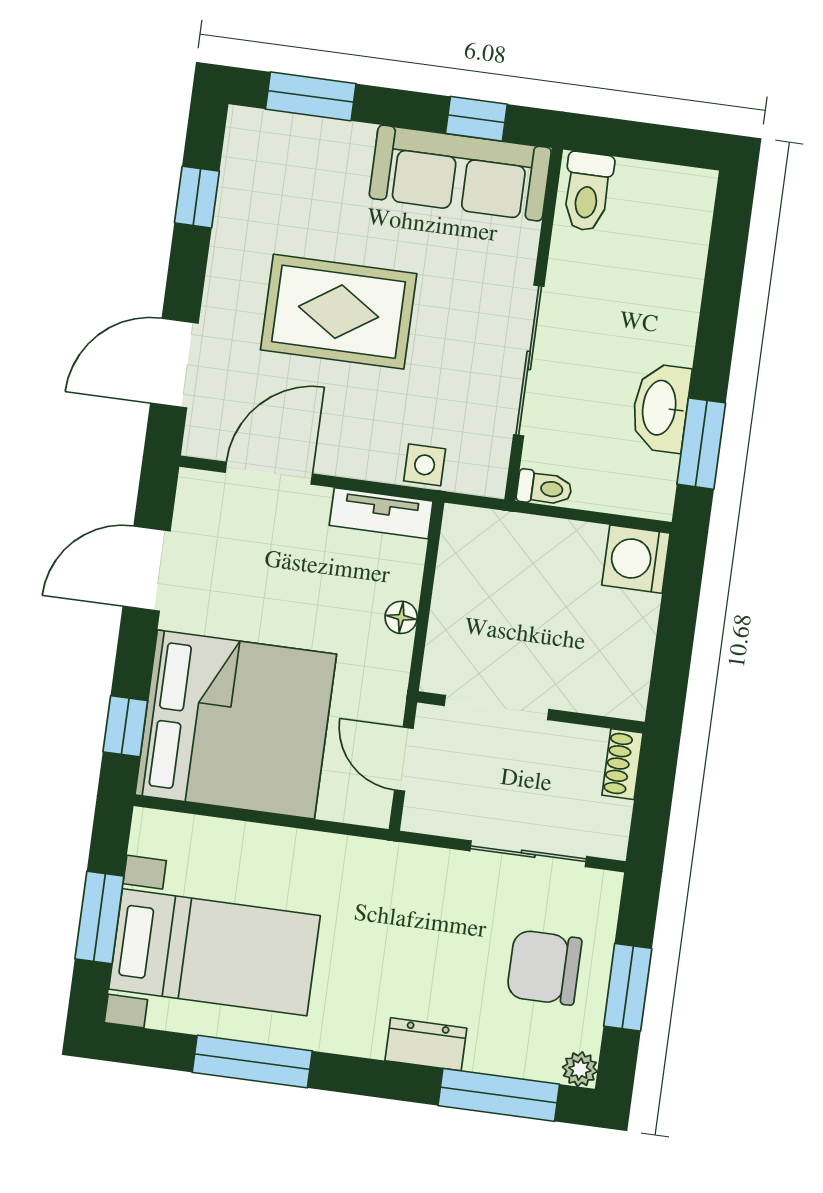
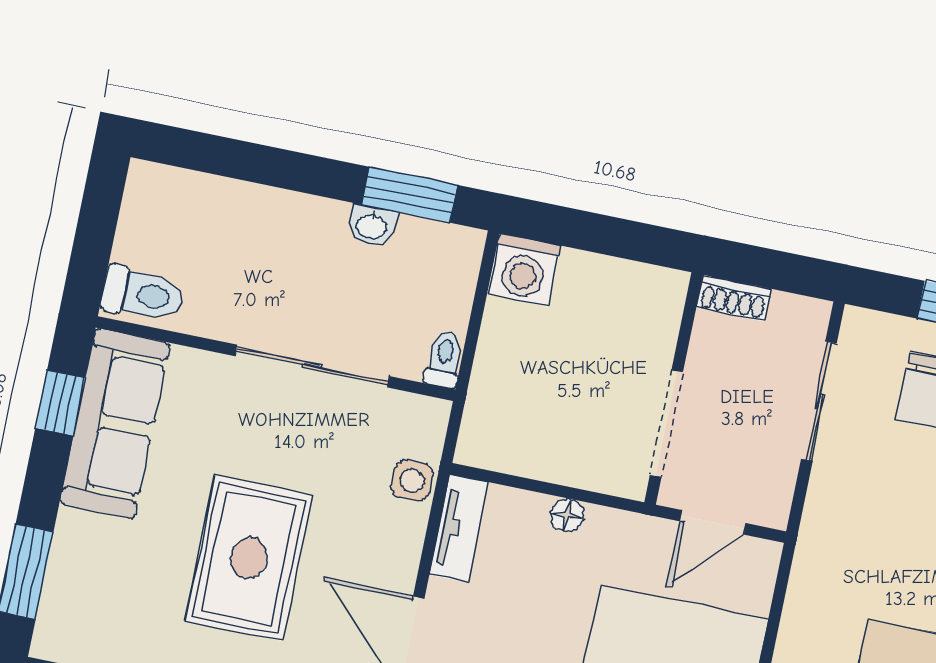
washbasin: (661, 408) -> (372, 226), width x0.52, depth x0.69

